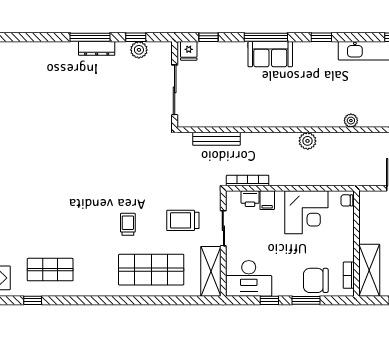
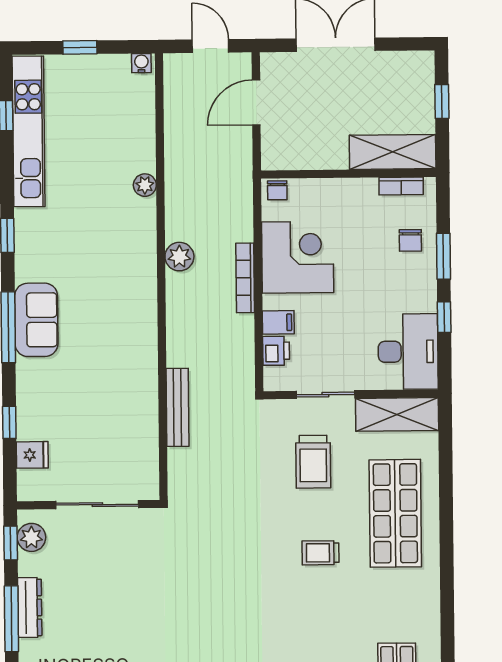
wall: (175, 84) -> (88, 505), moved
sliding door: (175, 90) -> (97, 505), moved
bookcase: (248, 180) -> (245, 278), moved
chair: (316, 280) -> (410, 240), width x0.54, depth x0.54

